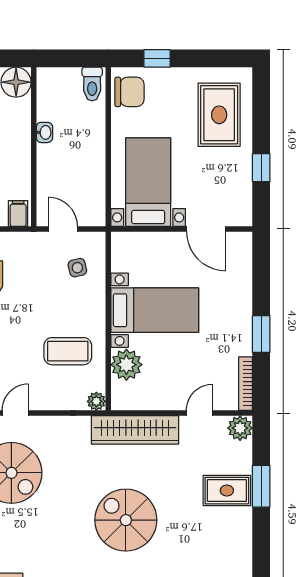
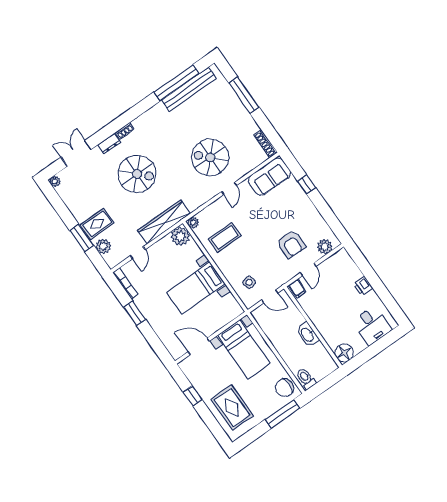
window: (157, 58) -> (282, 414), width x2.17
washbasin: (44, 132) -> (308, 335), width x1.91, depth x1.45
plant: (126, 365) -> (180, 236), moved
plant: (240, 428) -> (103, 246), moved

